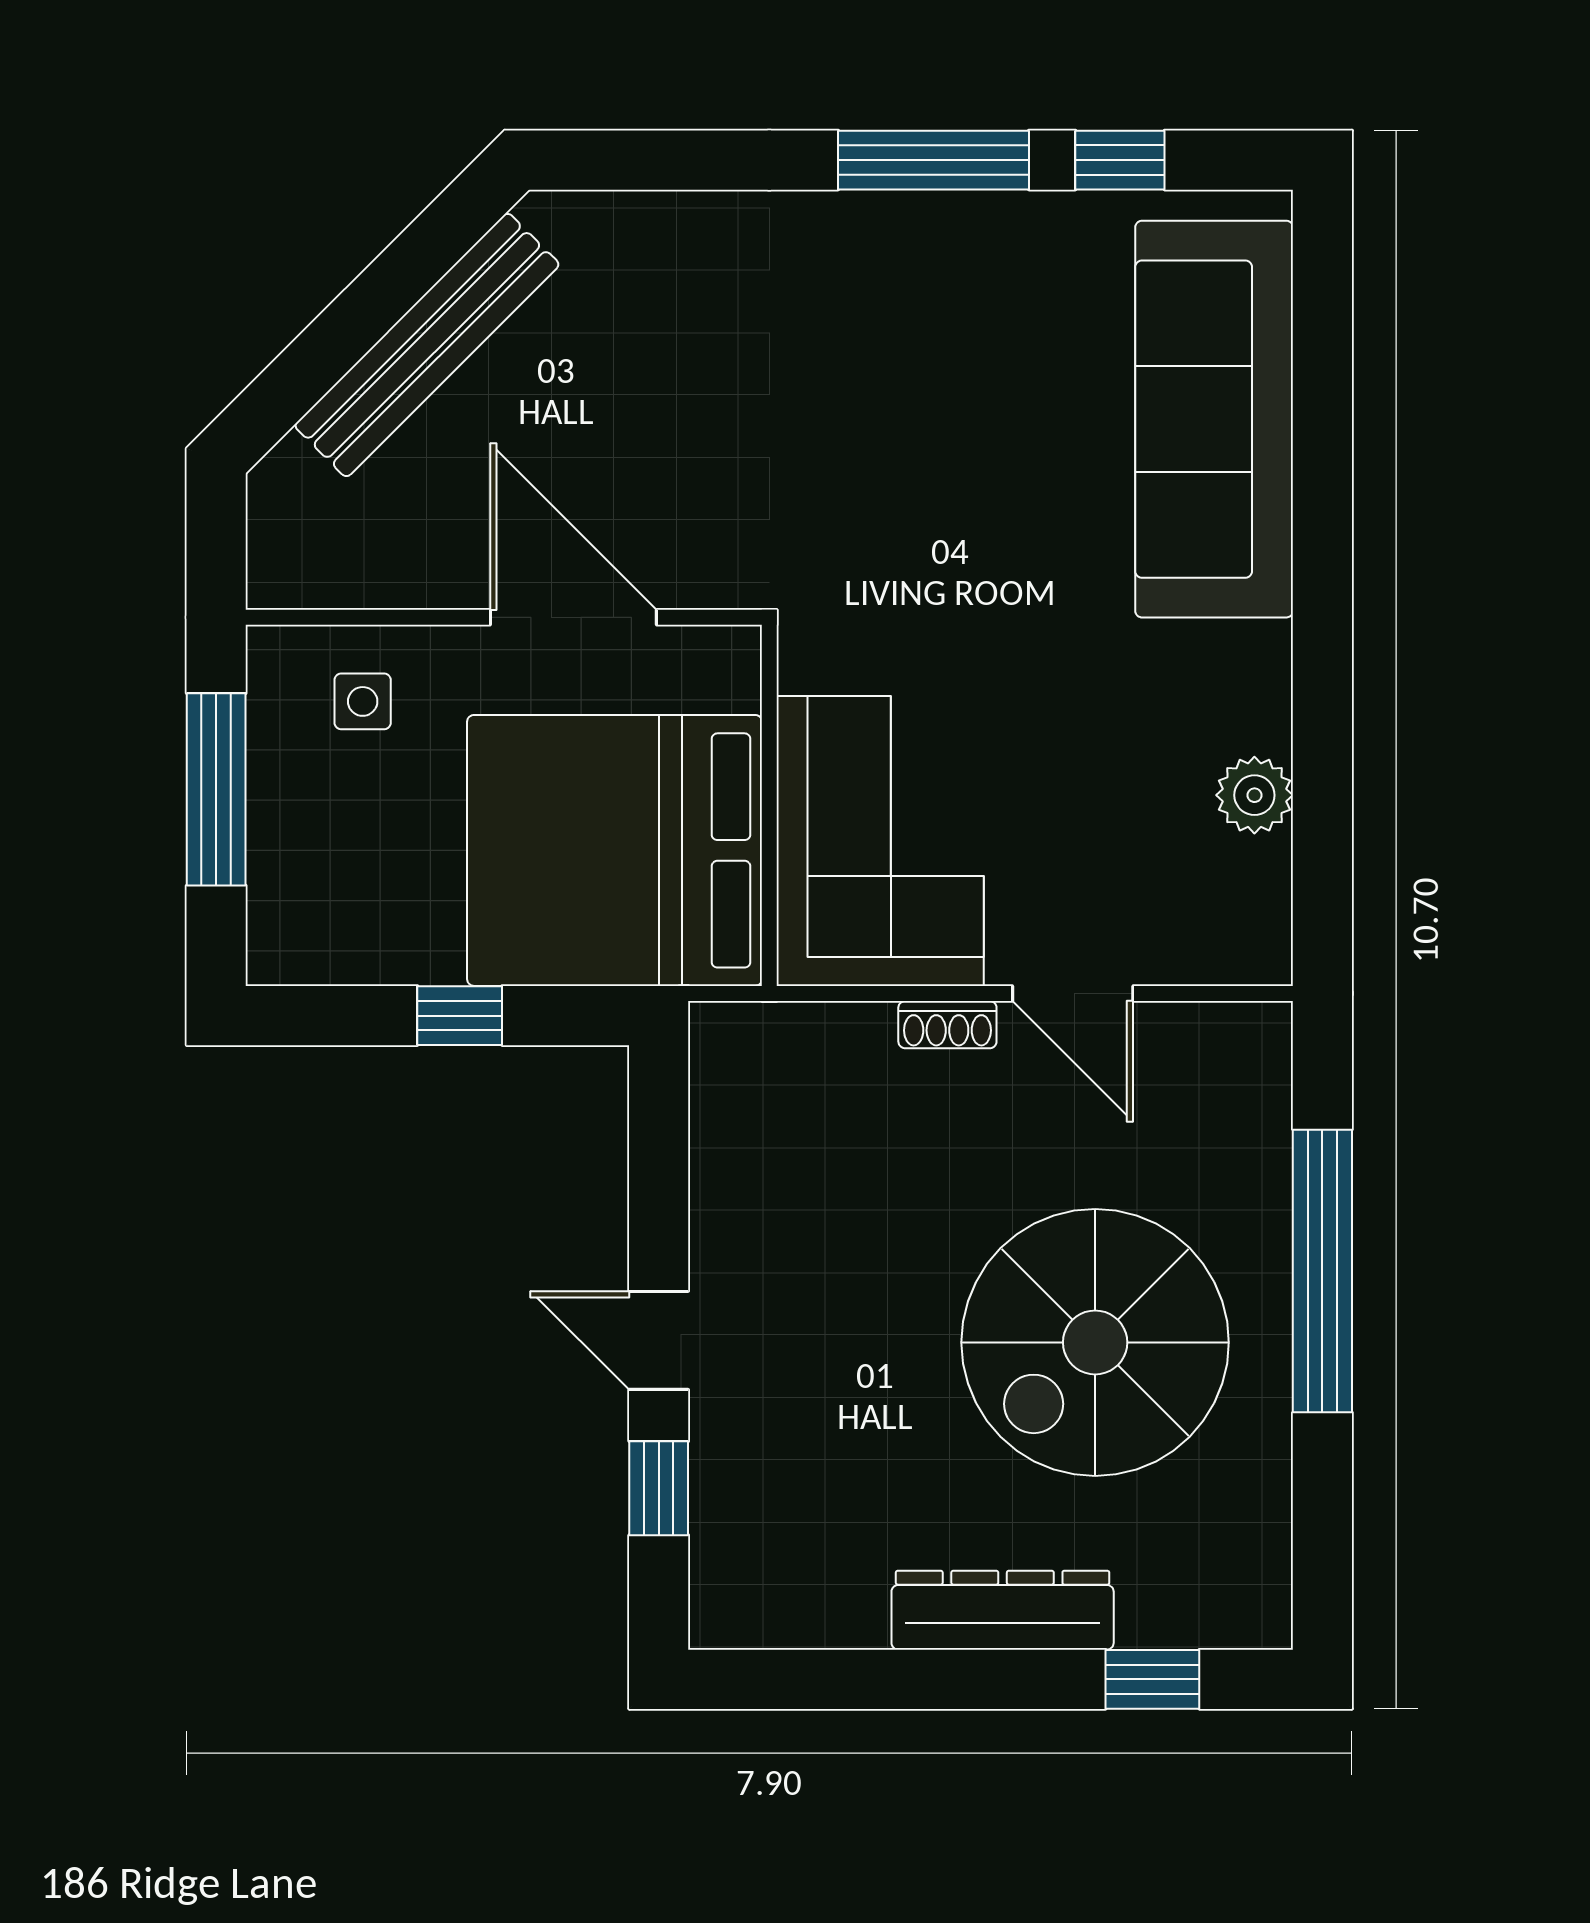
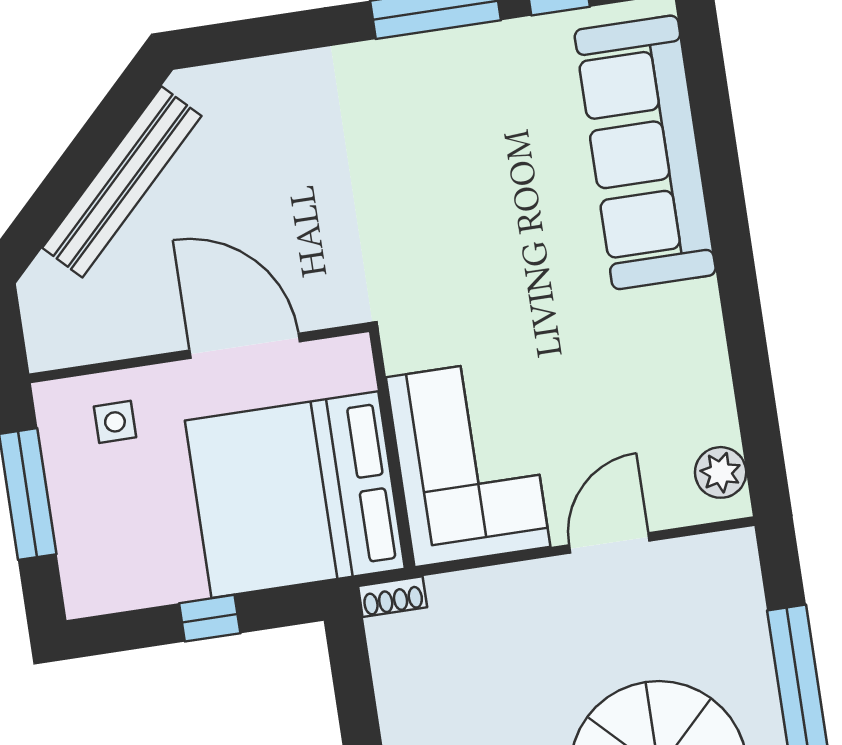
plant: (1254, 795) -> (721, 472), moved
door: (1073, 993) -> (609, 543), swing flipped
shoe rack: (947, 1025) -> (393, 597), moved

